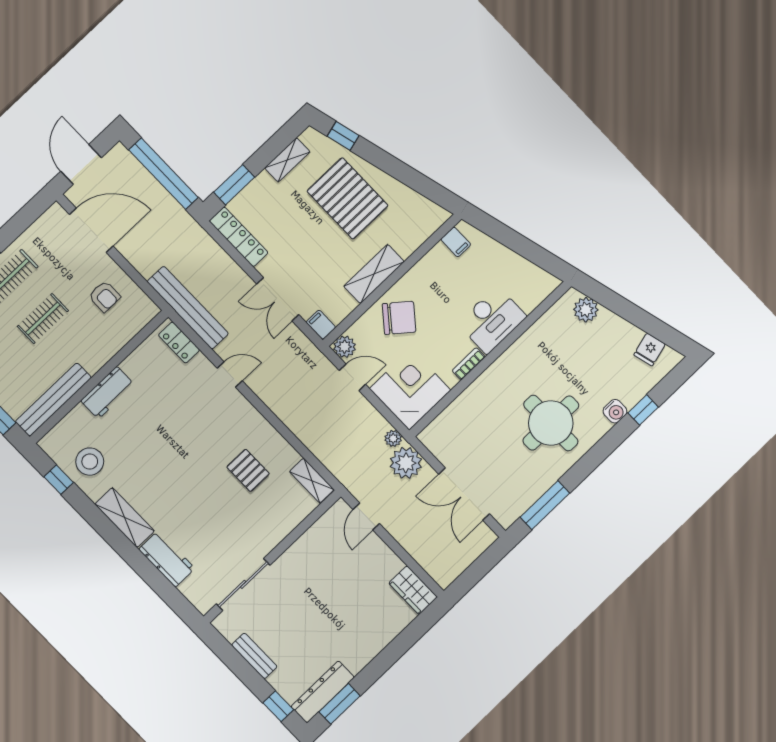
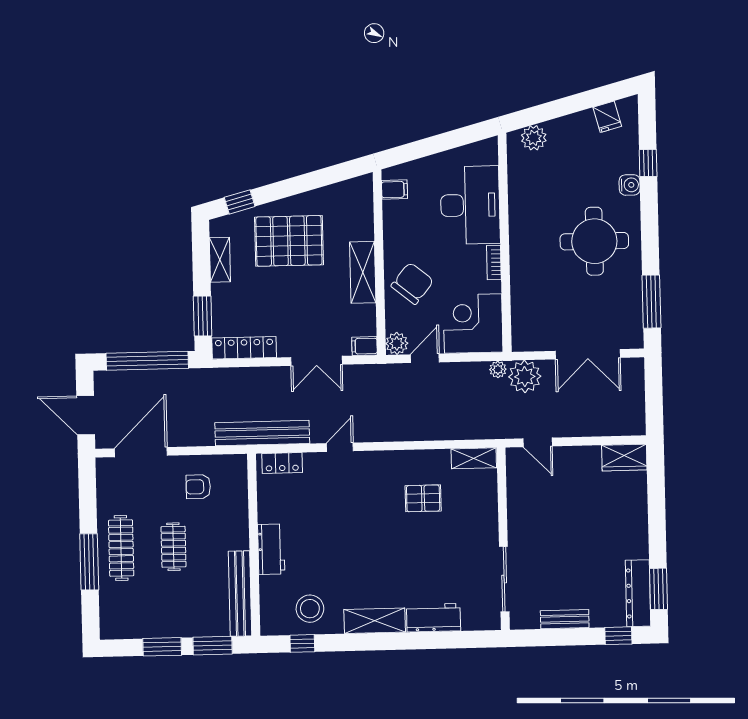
armchair: (104, 296) -> (198, 487), turned 180
desk: (492, 320) -> (470, 205), width x1.36, depth x1.30

